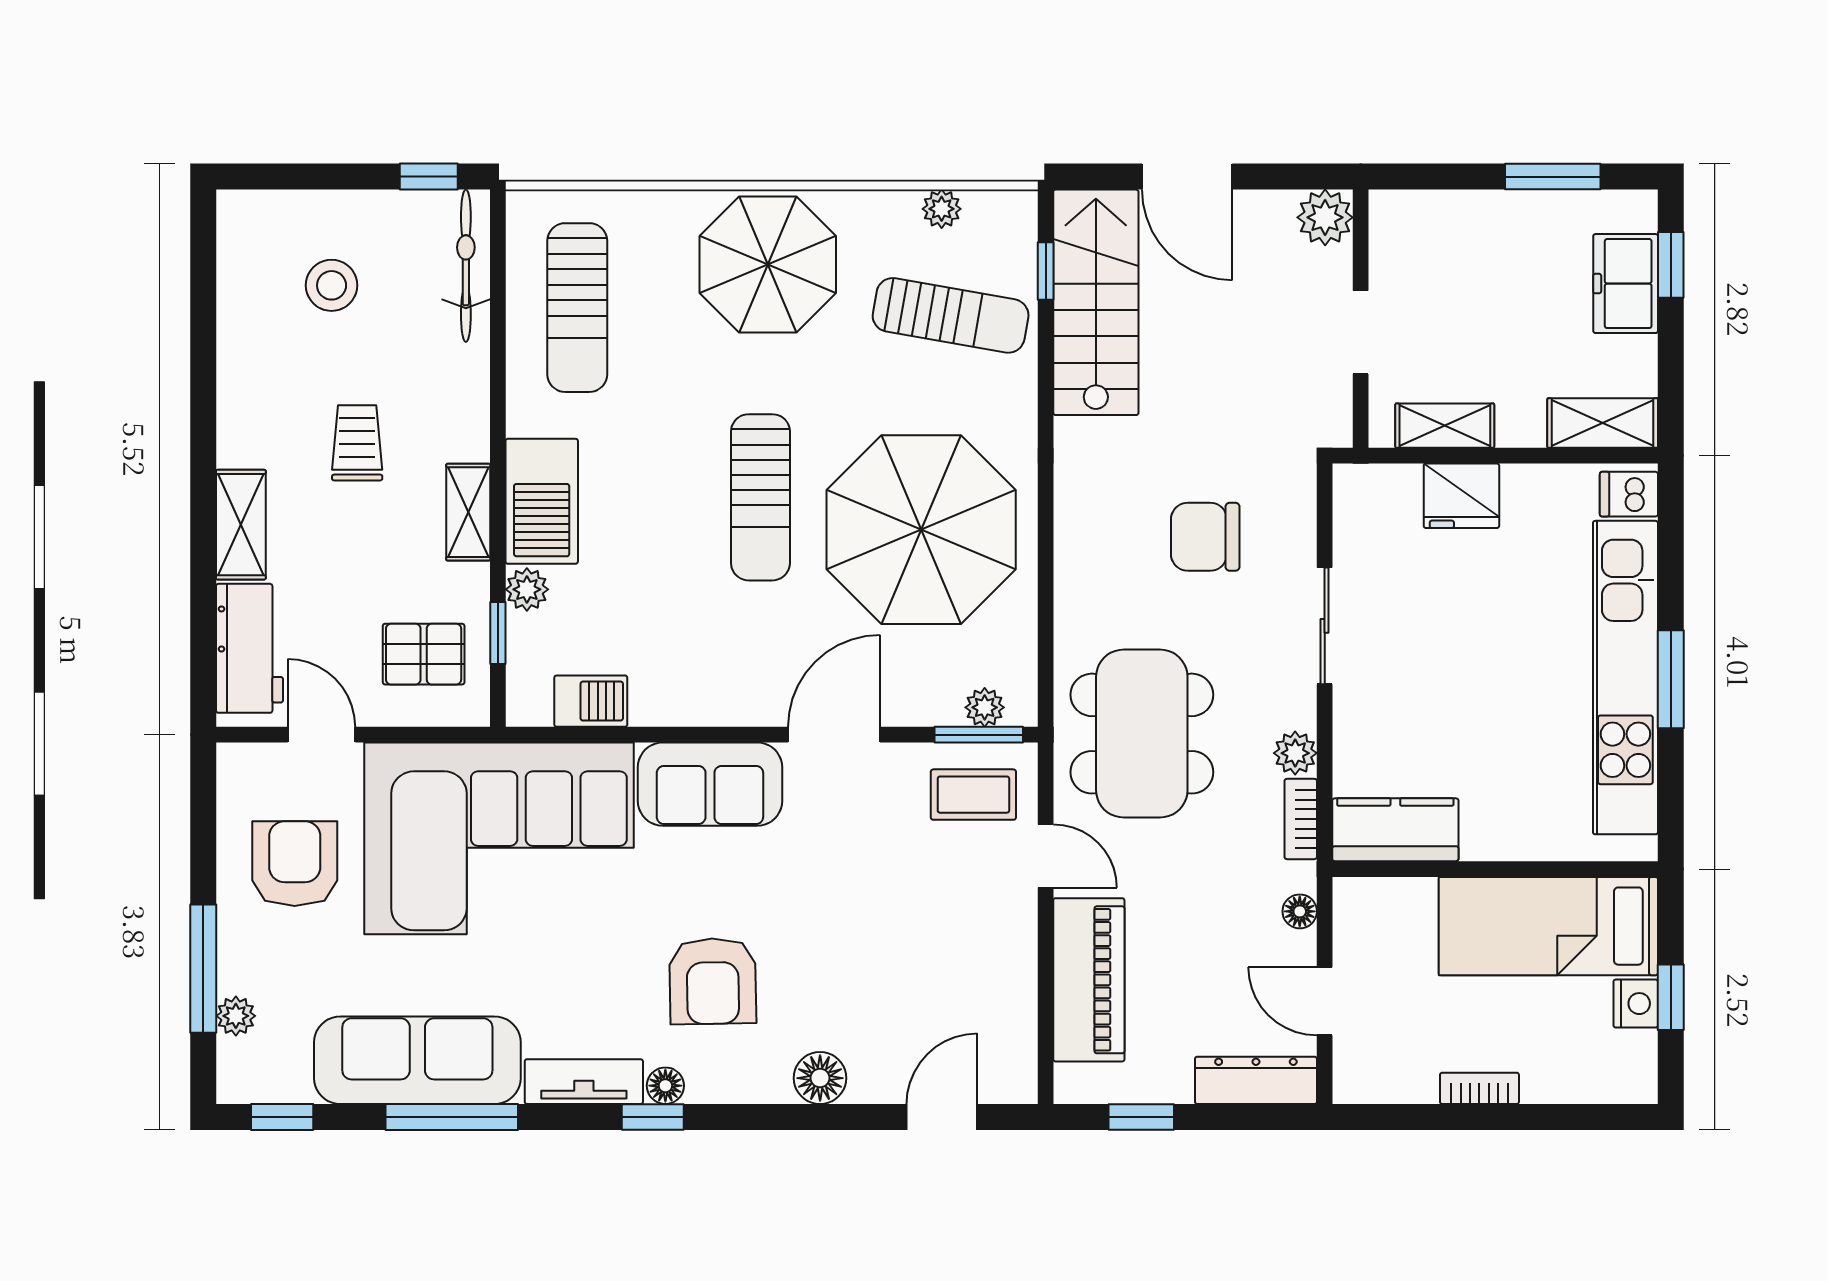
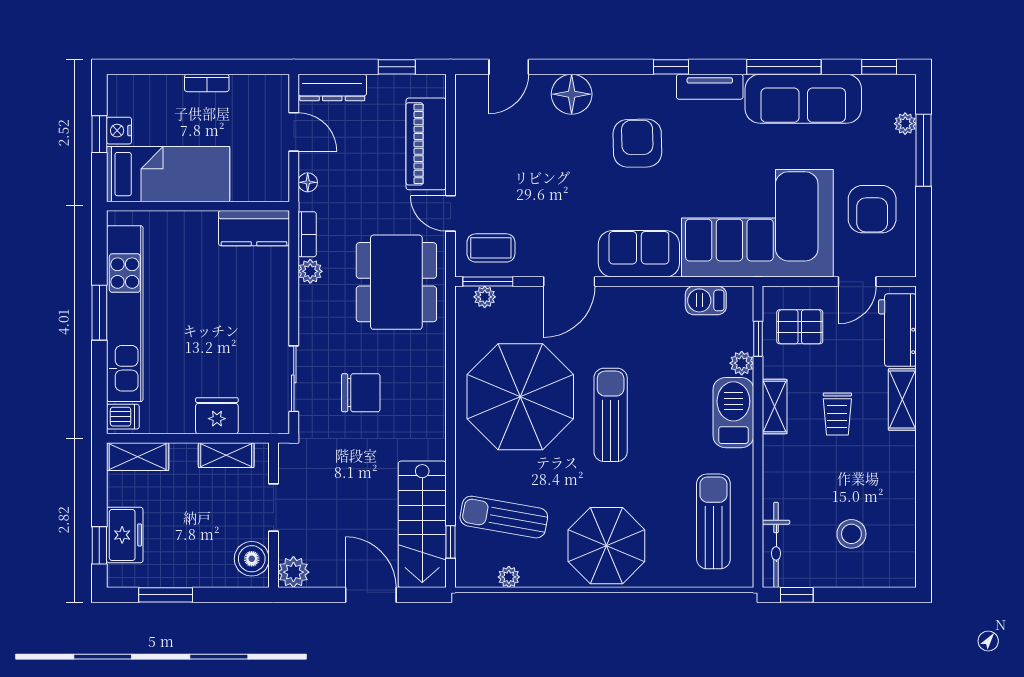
boiler: (1399, 241) -> (252, 559), added
trolley: (357, 443) -> (837, 414), moved
sliding door: (1325, 626) -> (294, 379), moved
door: (321, 735) -> (857, 282), hinge flipped
floor lamp: (820, 1078) -> (572, 94), width x1.38, depth x1.38
floor lamp: (665, 1086) -> (664, 84), removed

